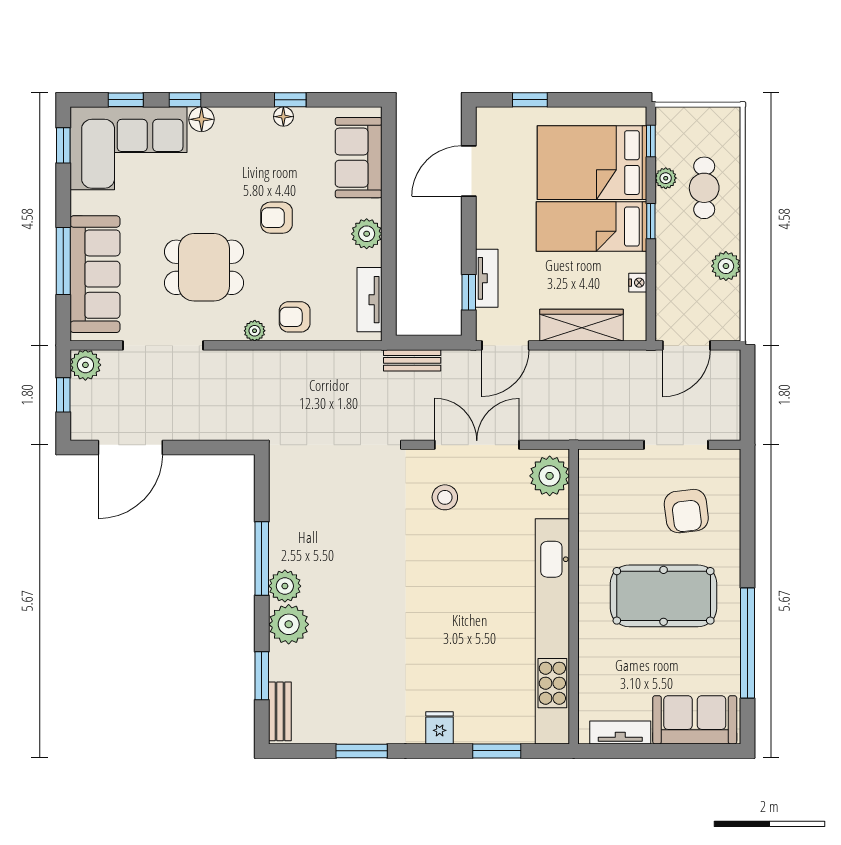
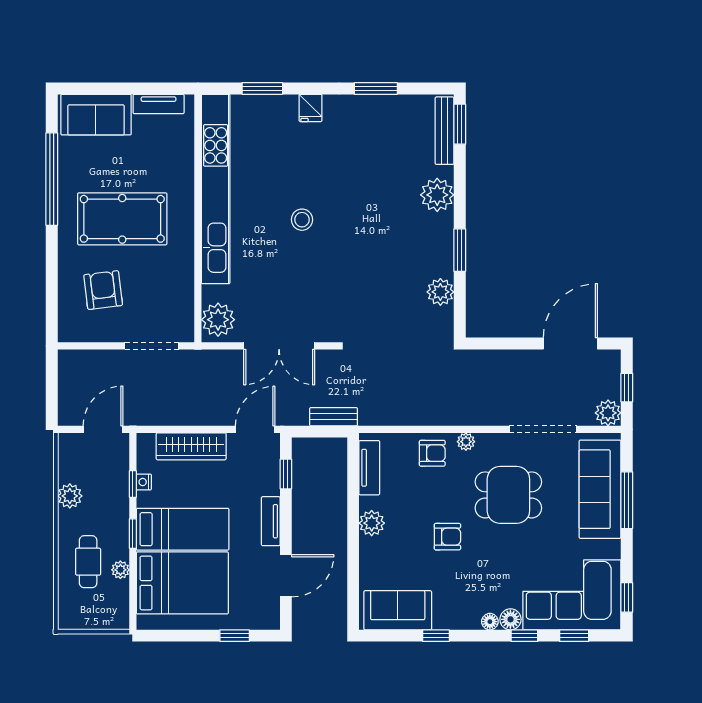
floor lamp: (283, 117) -> (490, 622), moved
window: (651, 141) -> (133, 484), moved
sofa: (359, 158) -> (398, 610), moved, turned -90
tv unit: (487, 278) -> (271, 521), moved
doorway: (676, 445) -> (152, 346), moved
stool: (445, 497) -> (302, 220), moved
window: (262, 559) -> (460, 250), width x0.69
plant: (285, 586) -> (440, 292), moved
window: (262, 676) -> (460, 124), moved
bench: (280, 711) -> (445, 131), width x1.36

